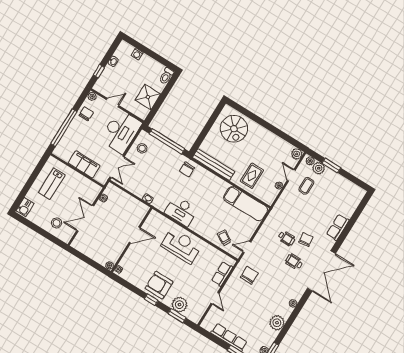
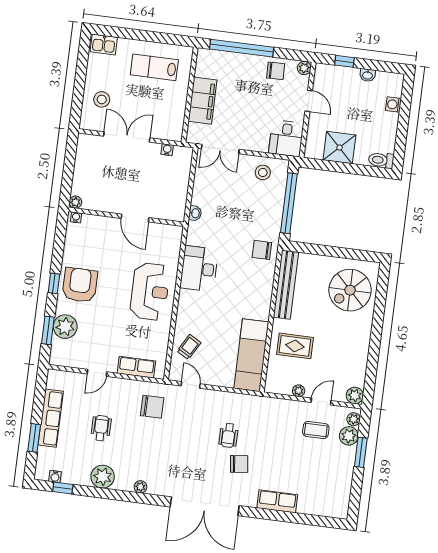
desk: (121, 131) -> (286, 138), width x0.53, depth x0.77
wheelchair: (294, 262) -> (101, 428), moved

